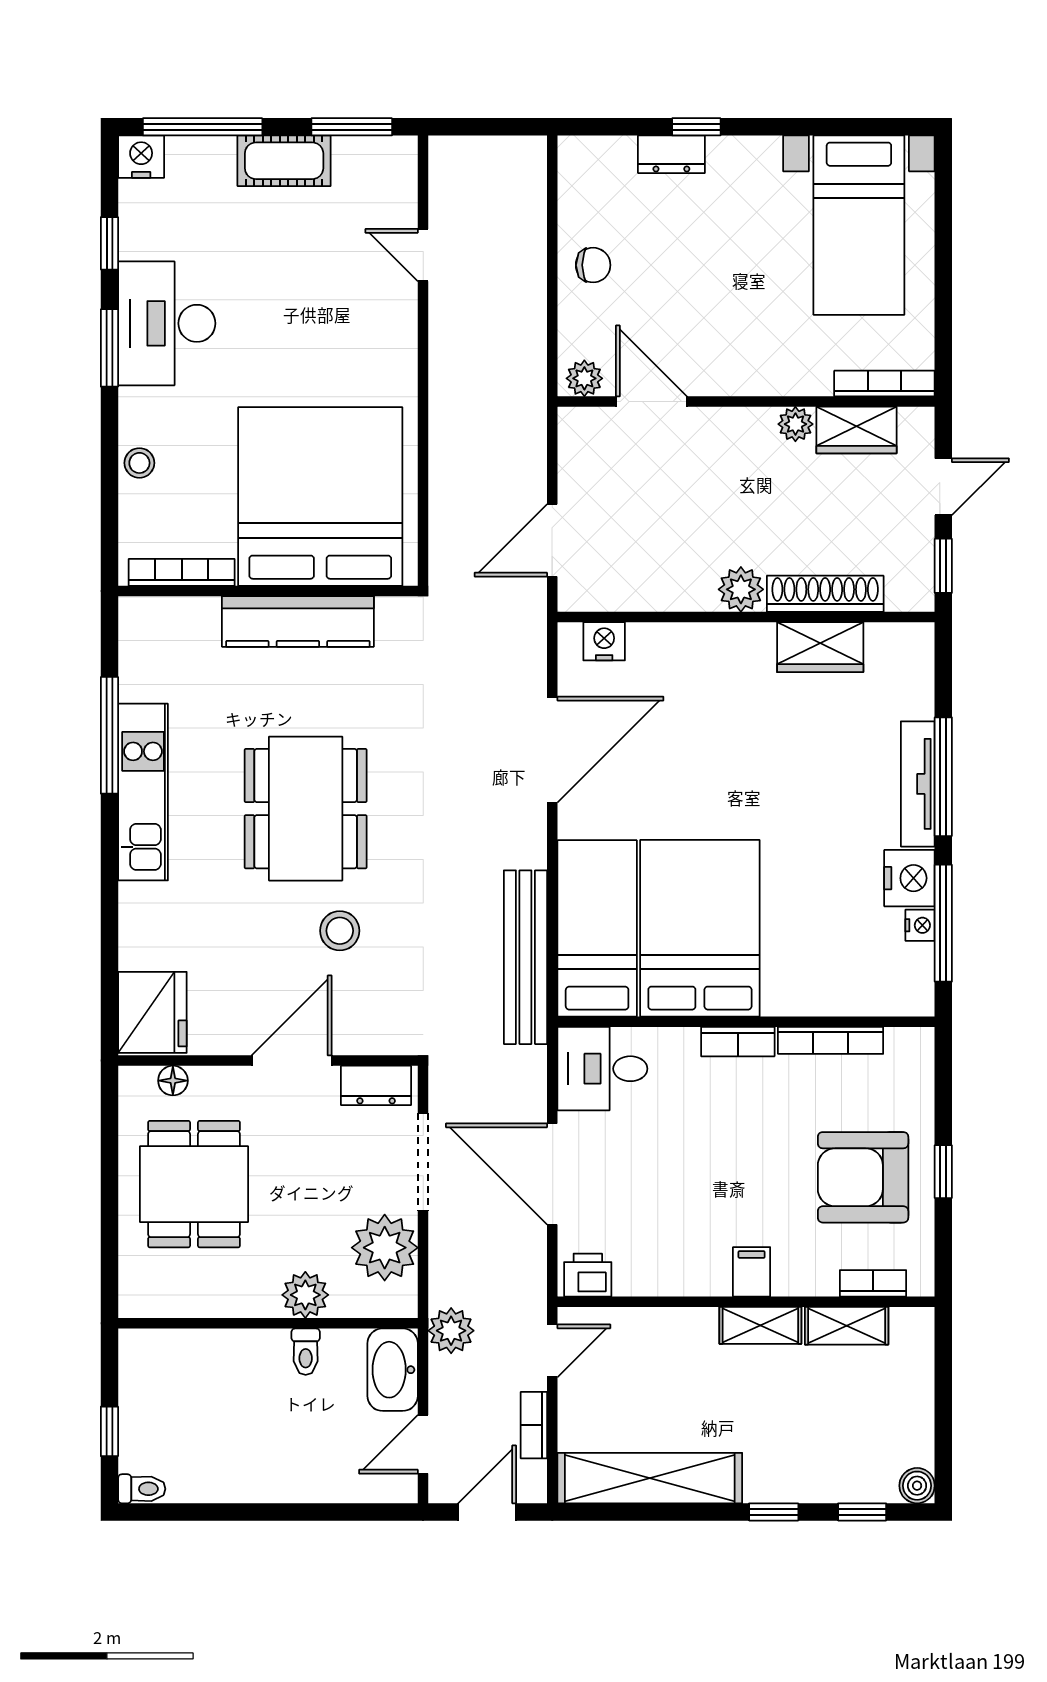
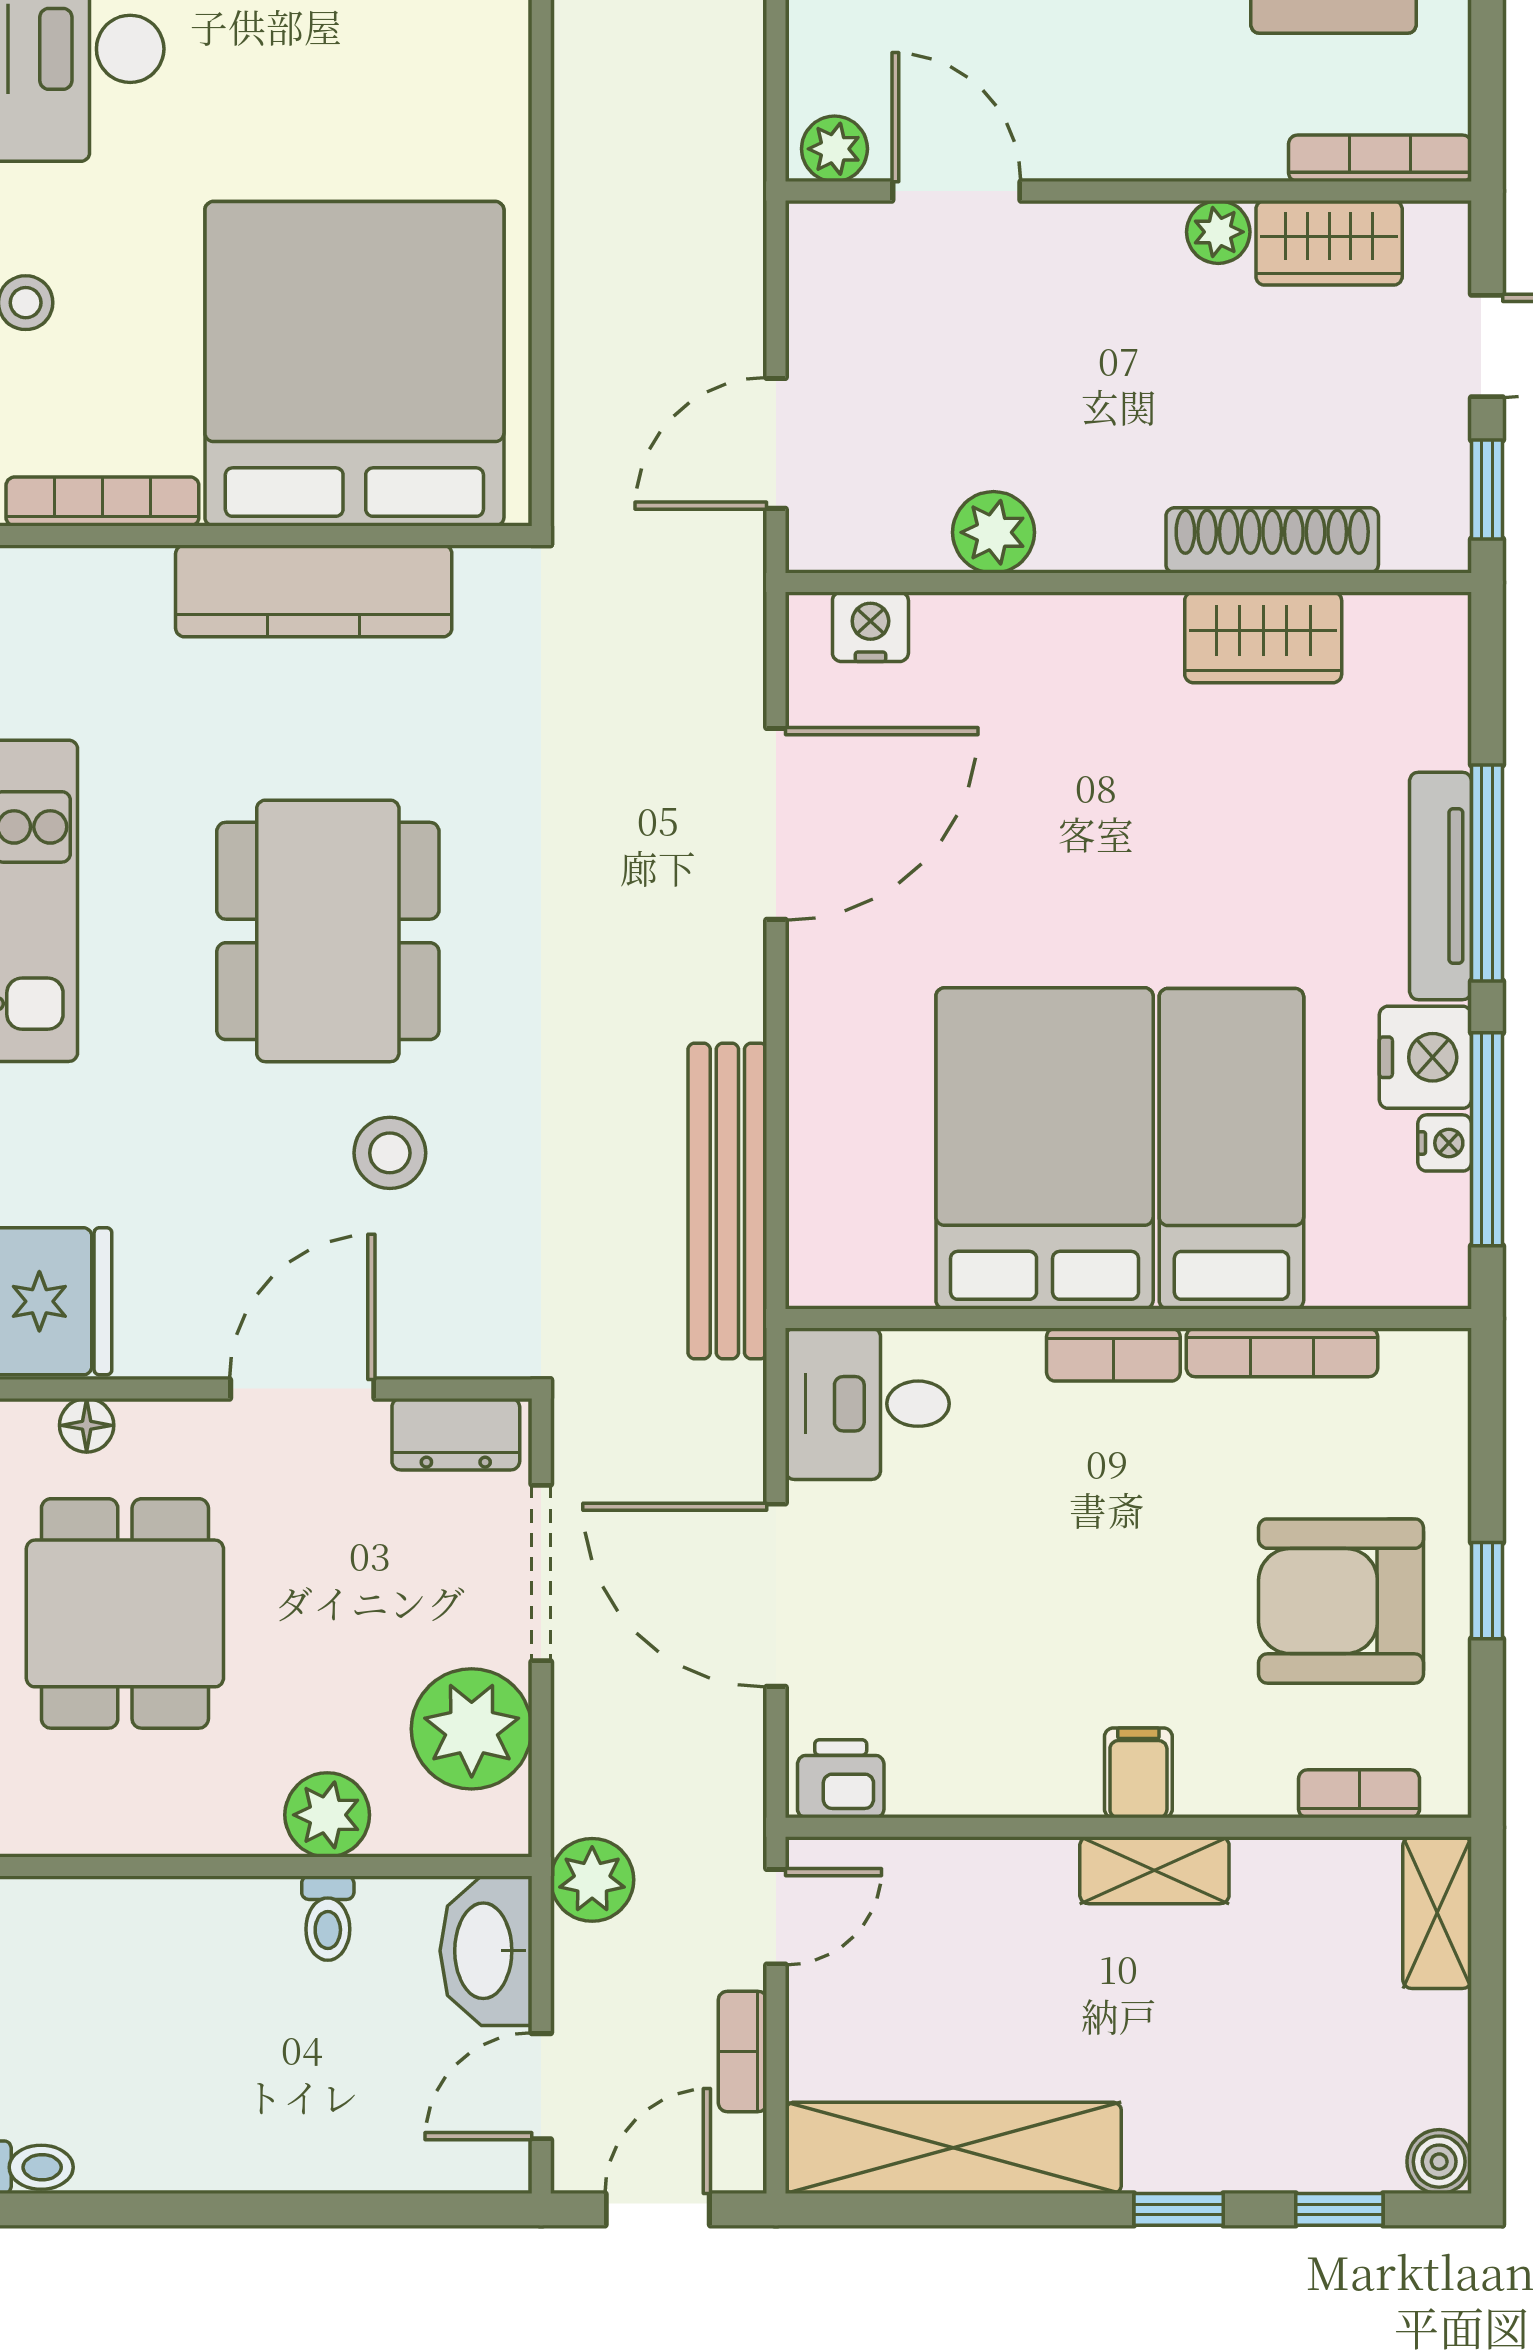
plant: (741, 589) -> (993, 532), moved
bed: (597, 928) -> (1231, 1149), moved
shelving: (847, 1326) -> (1437, 1913), moved, turned 90

